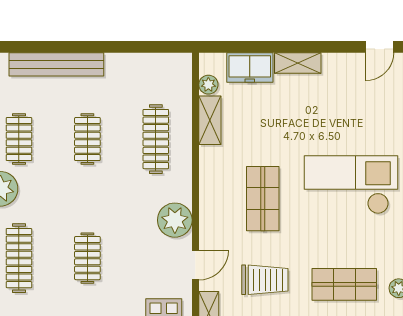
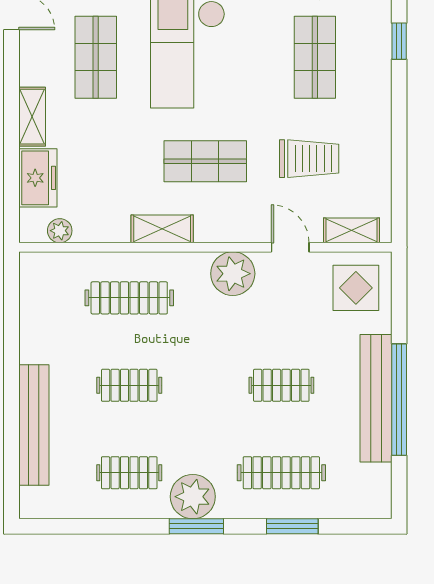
shop shelf: (344, 113) -> (96, 57), added
shelving: (210, 120) -> (162, 229), moved
trolley: (265, 280) -> (309, 159), turned 90

